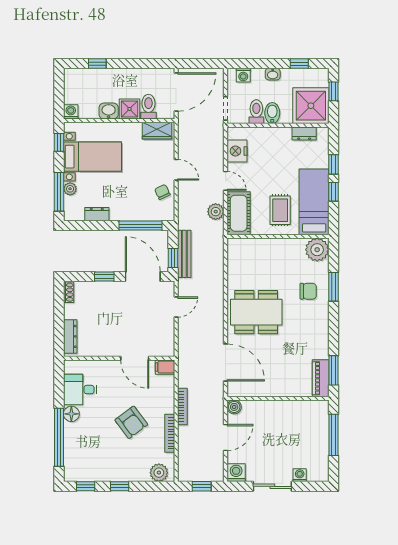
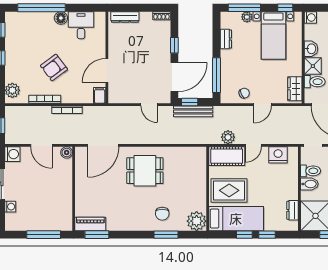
rug: (280, 210) -> (229, 190), width x1.36, depth x1.43
dining table: (256, 312) -> (145, 171), width x0.73

